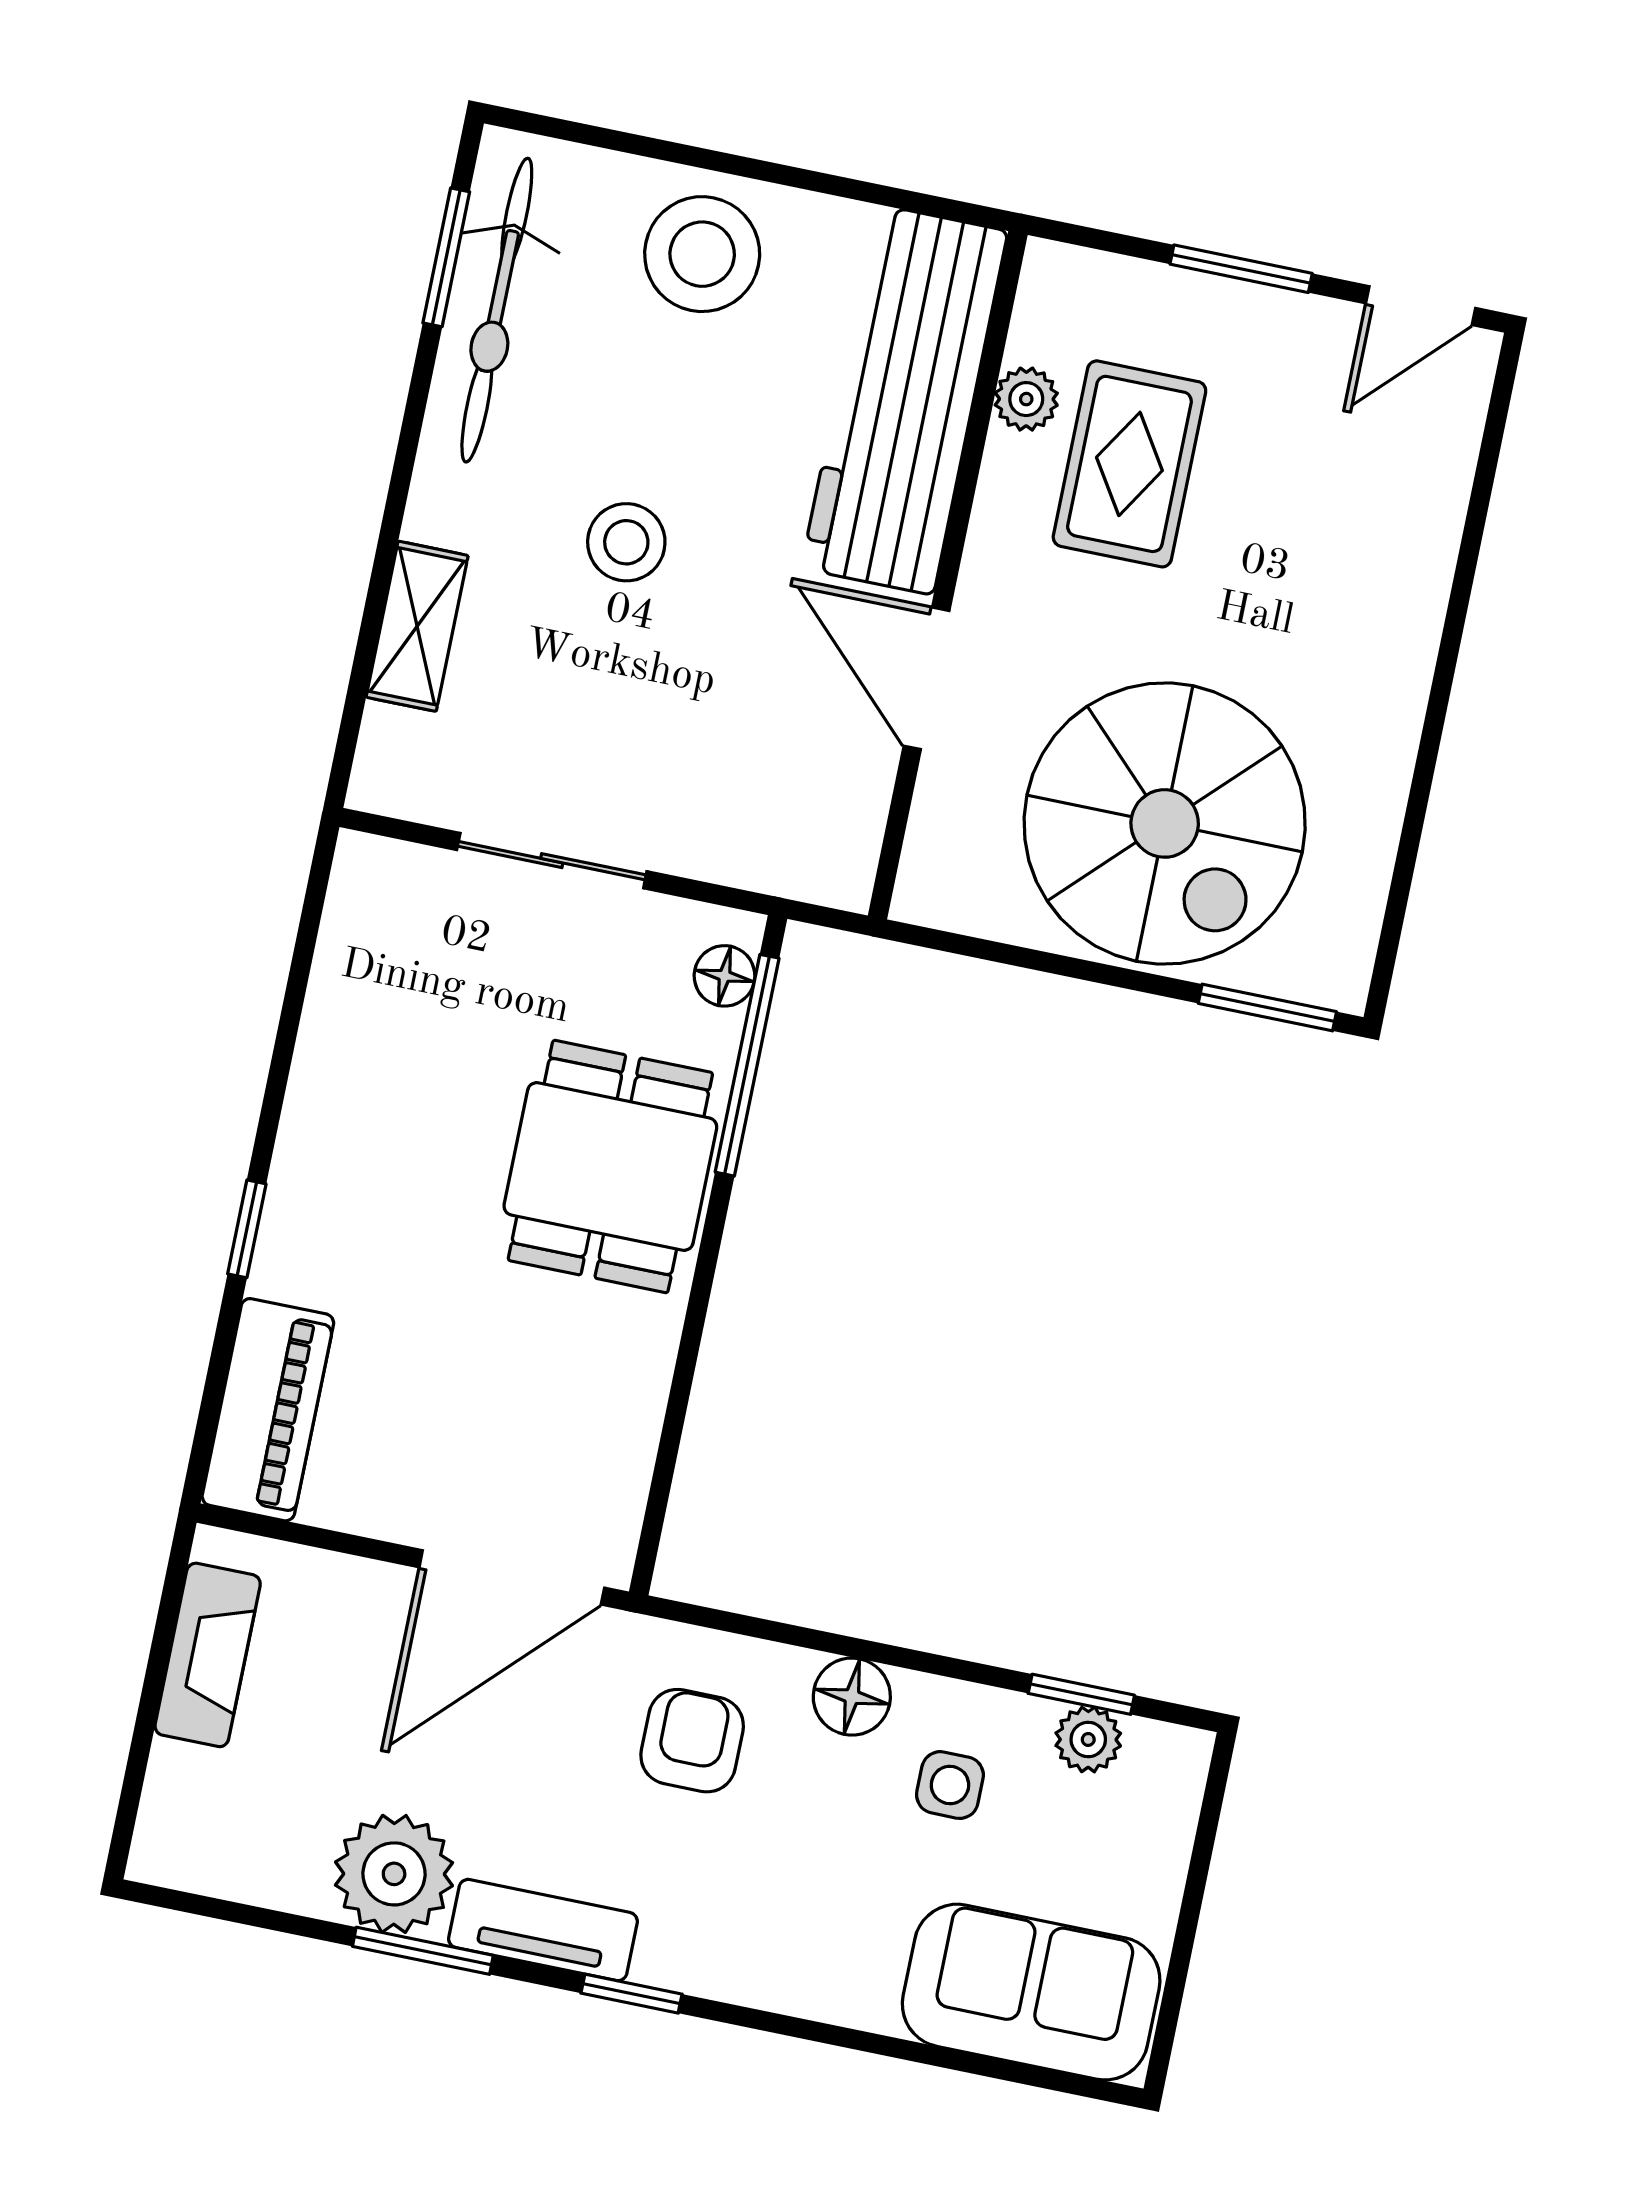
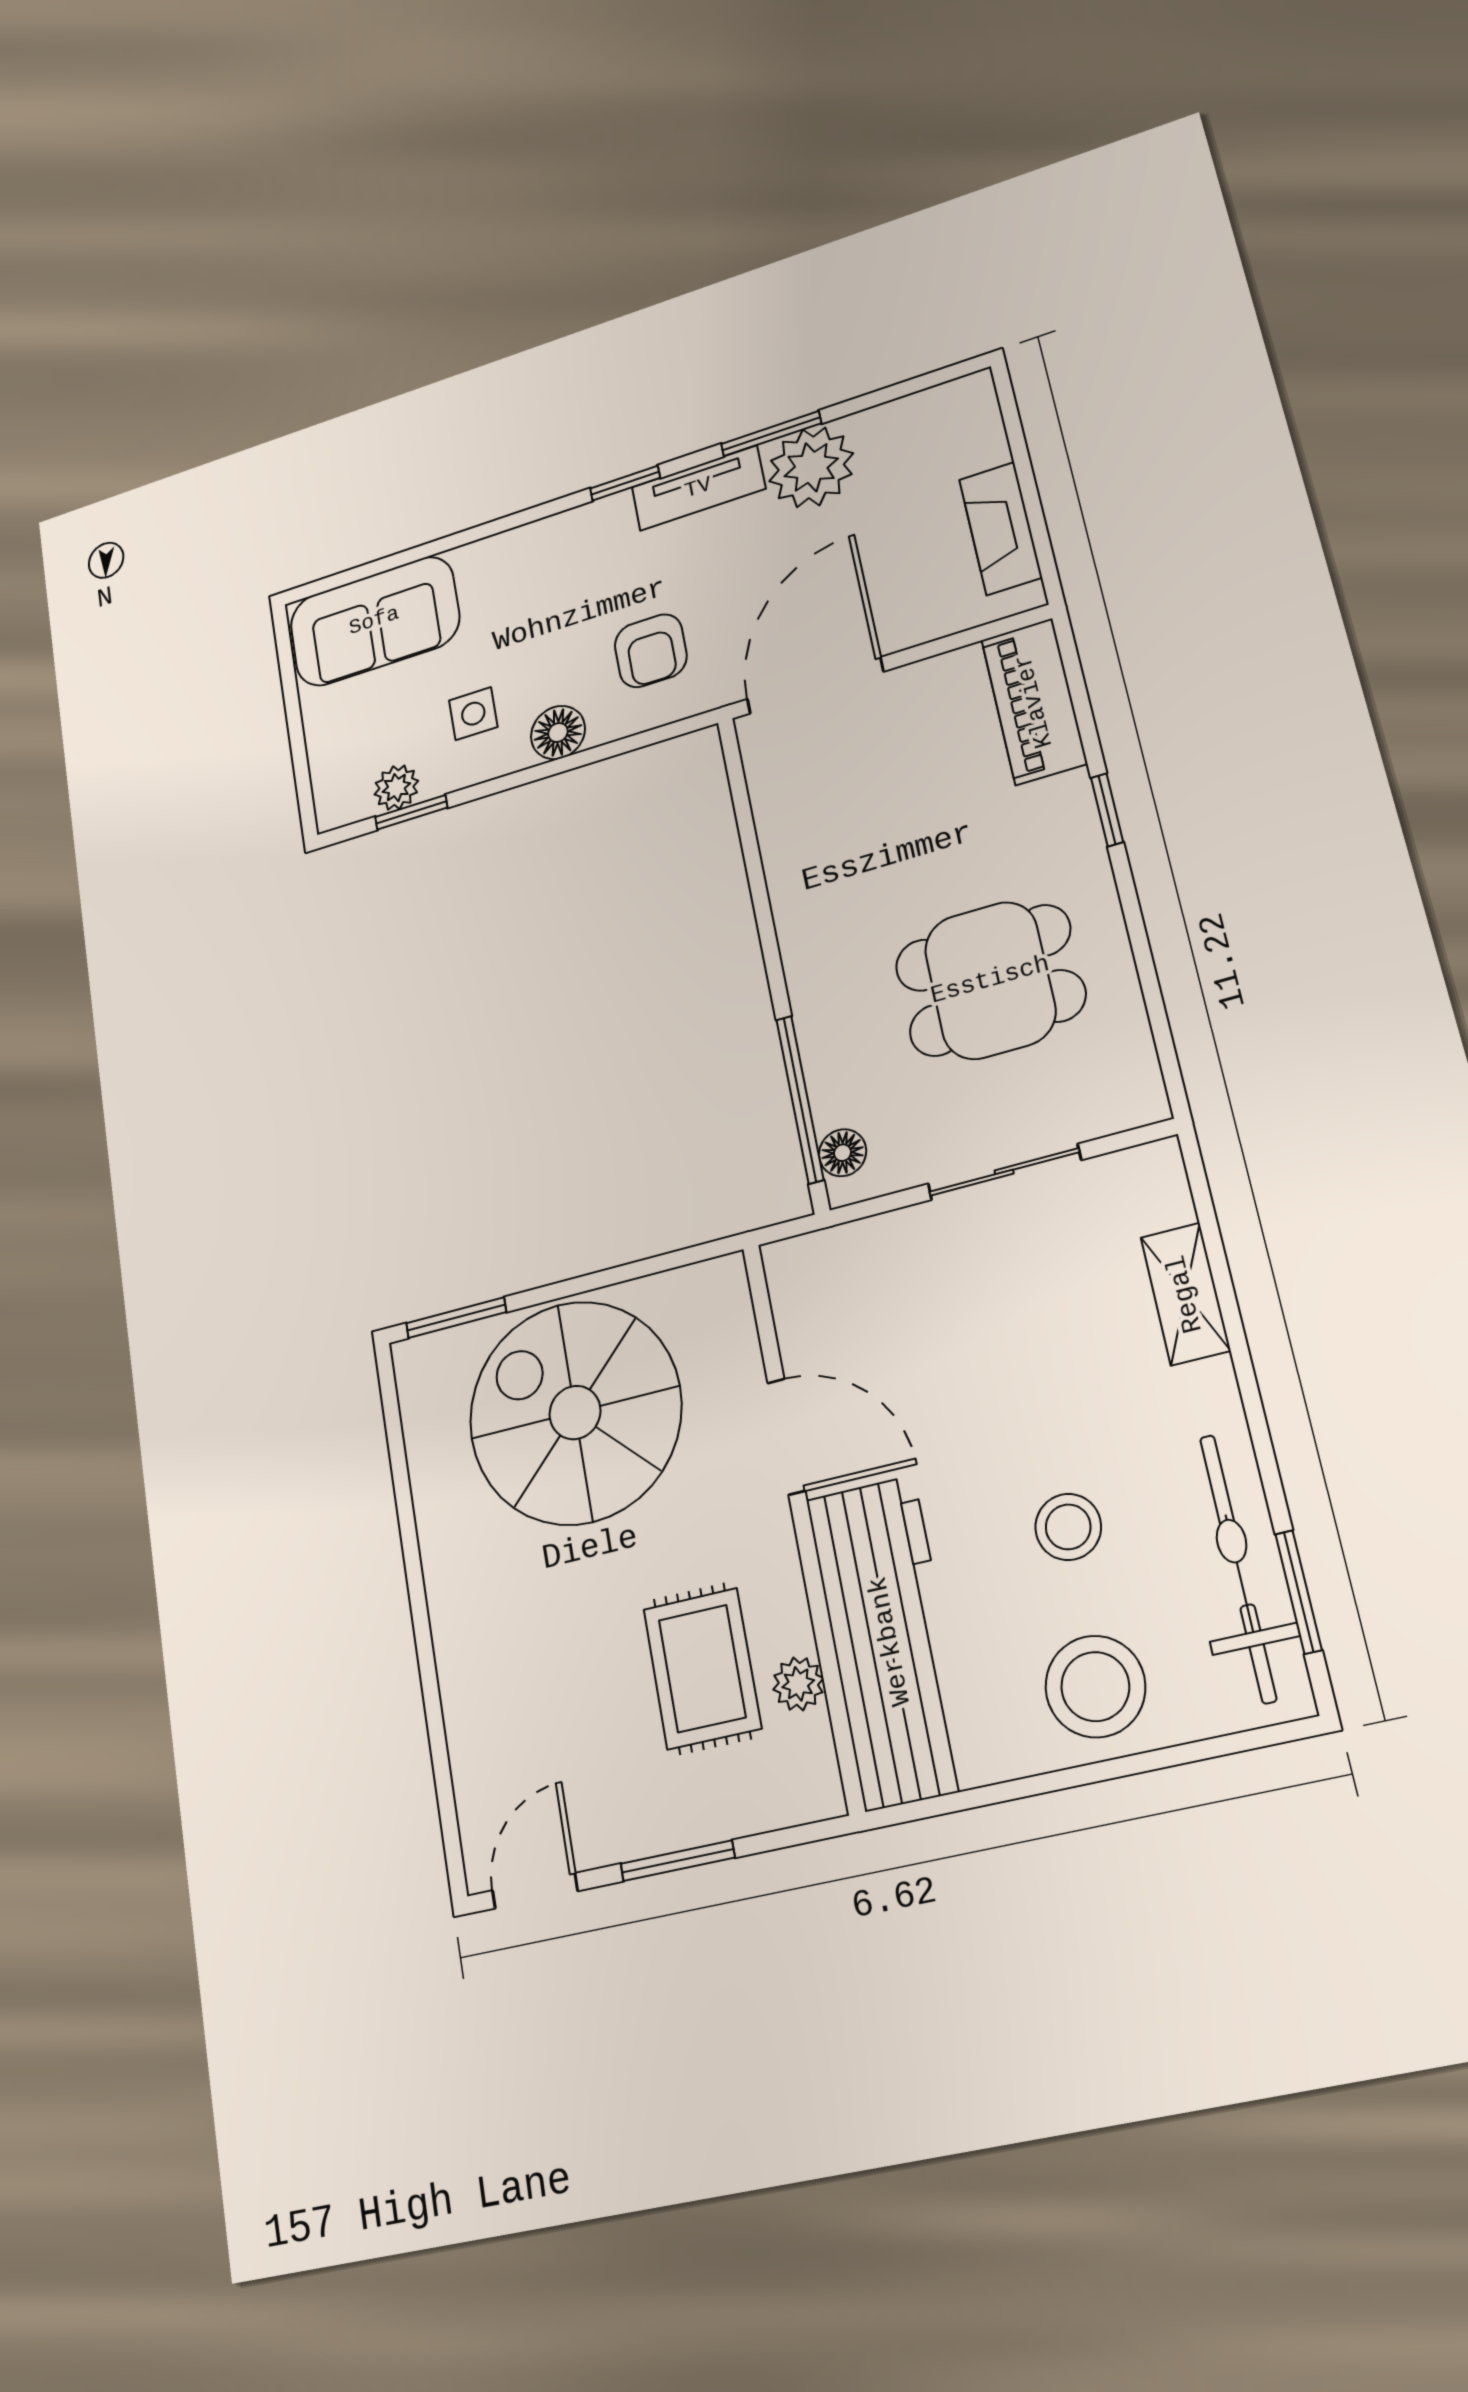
stool: (626, 542) -> (1068, 1527), moved
dining table: (610, 1167) -> (990, 980), moved, turned 90

